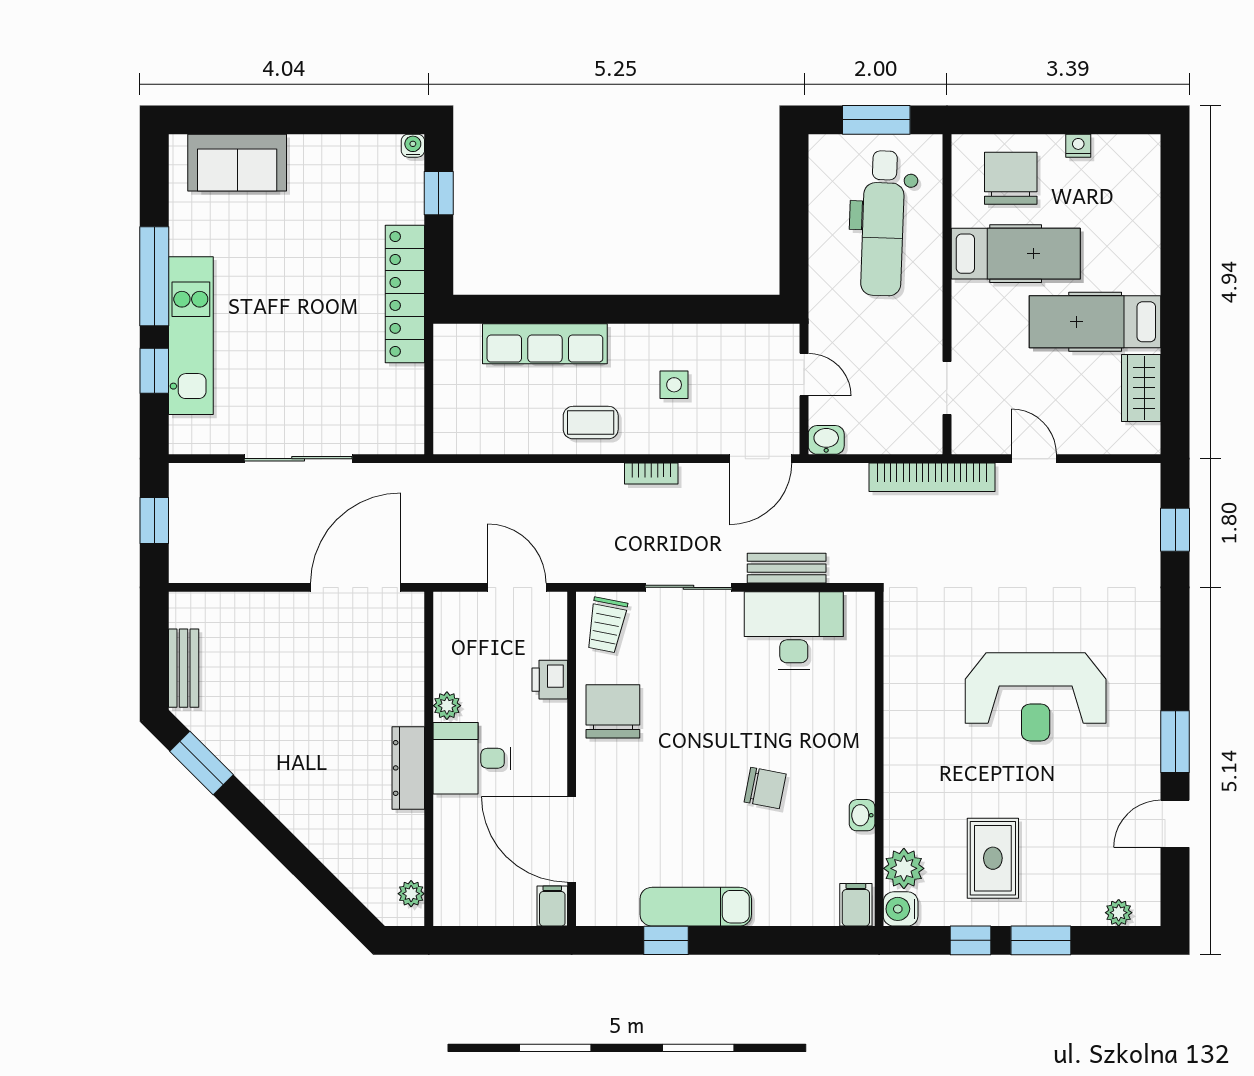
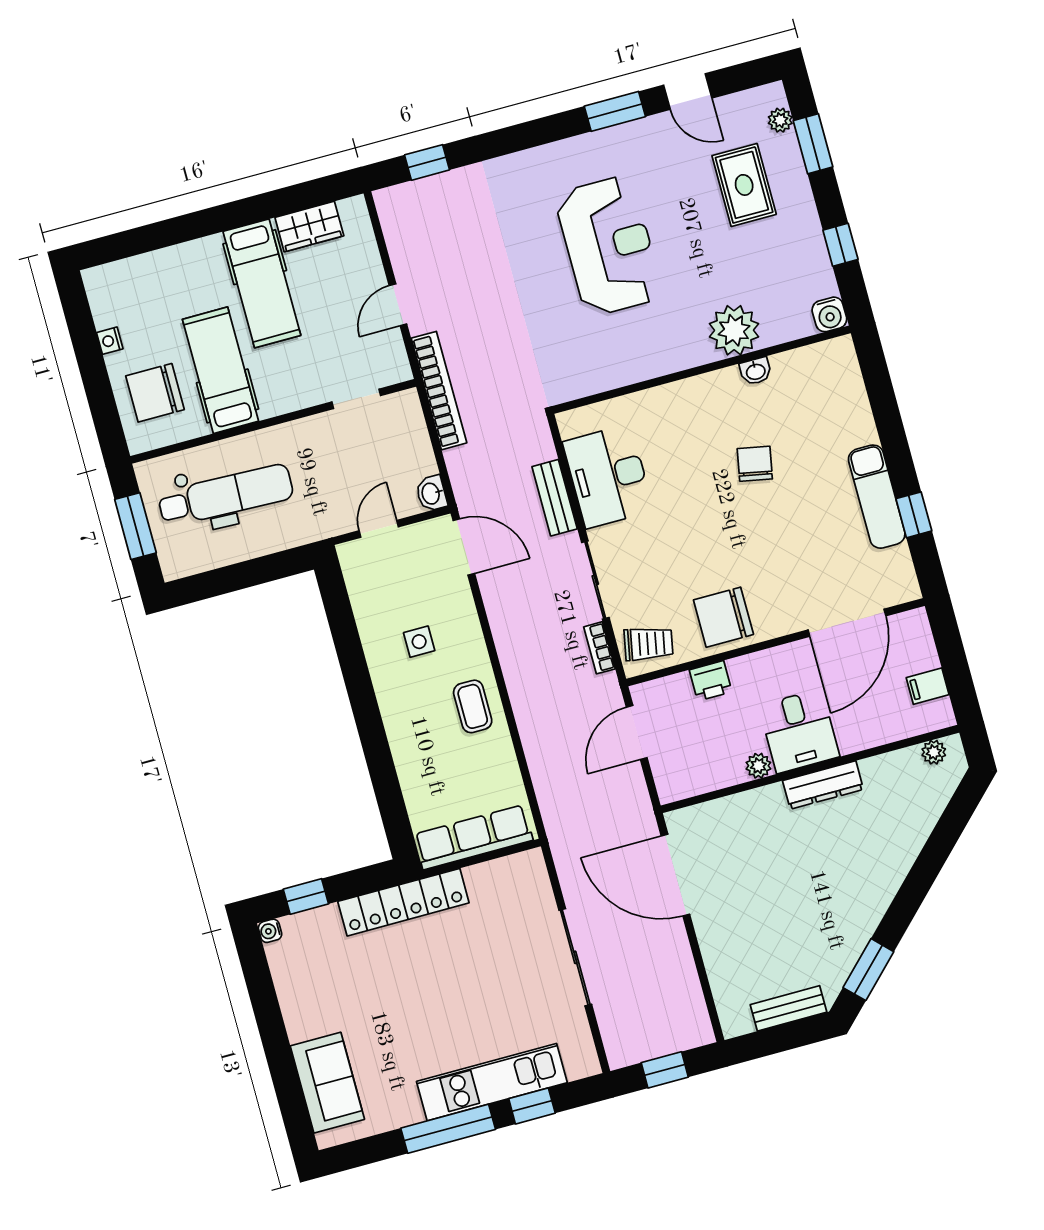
row of seats: (545, 344) -> (473, 837), moved, turned -90
bookcase: (651, 474) -> (599, 648), moved, turned 180
rug: (993, 858) -> (744, 185), moved, turned 90
plant: (904, 868) -> (734, 330), moved, width x1.36, depth x1.36
filing cabinet: (856, 905) -> (836, 355), removed
filing cabinet: (552, 906) -> (928, 686), moved
window: (1041, 940) -> (813, 144), moved

